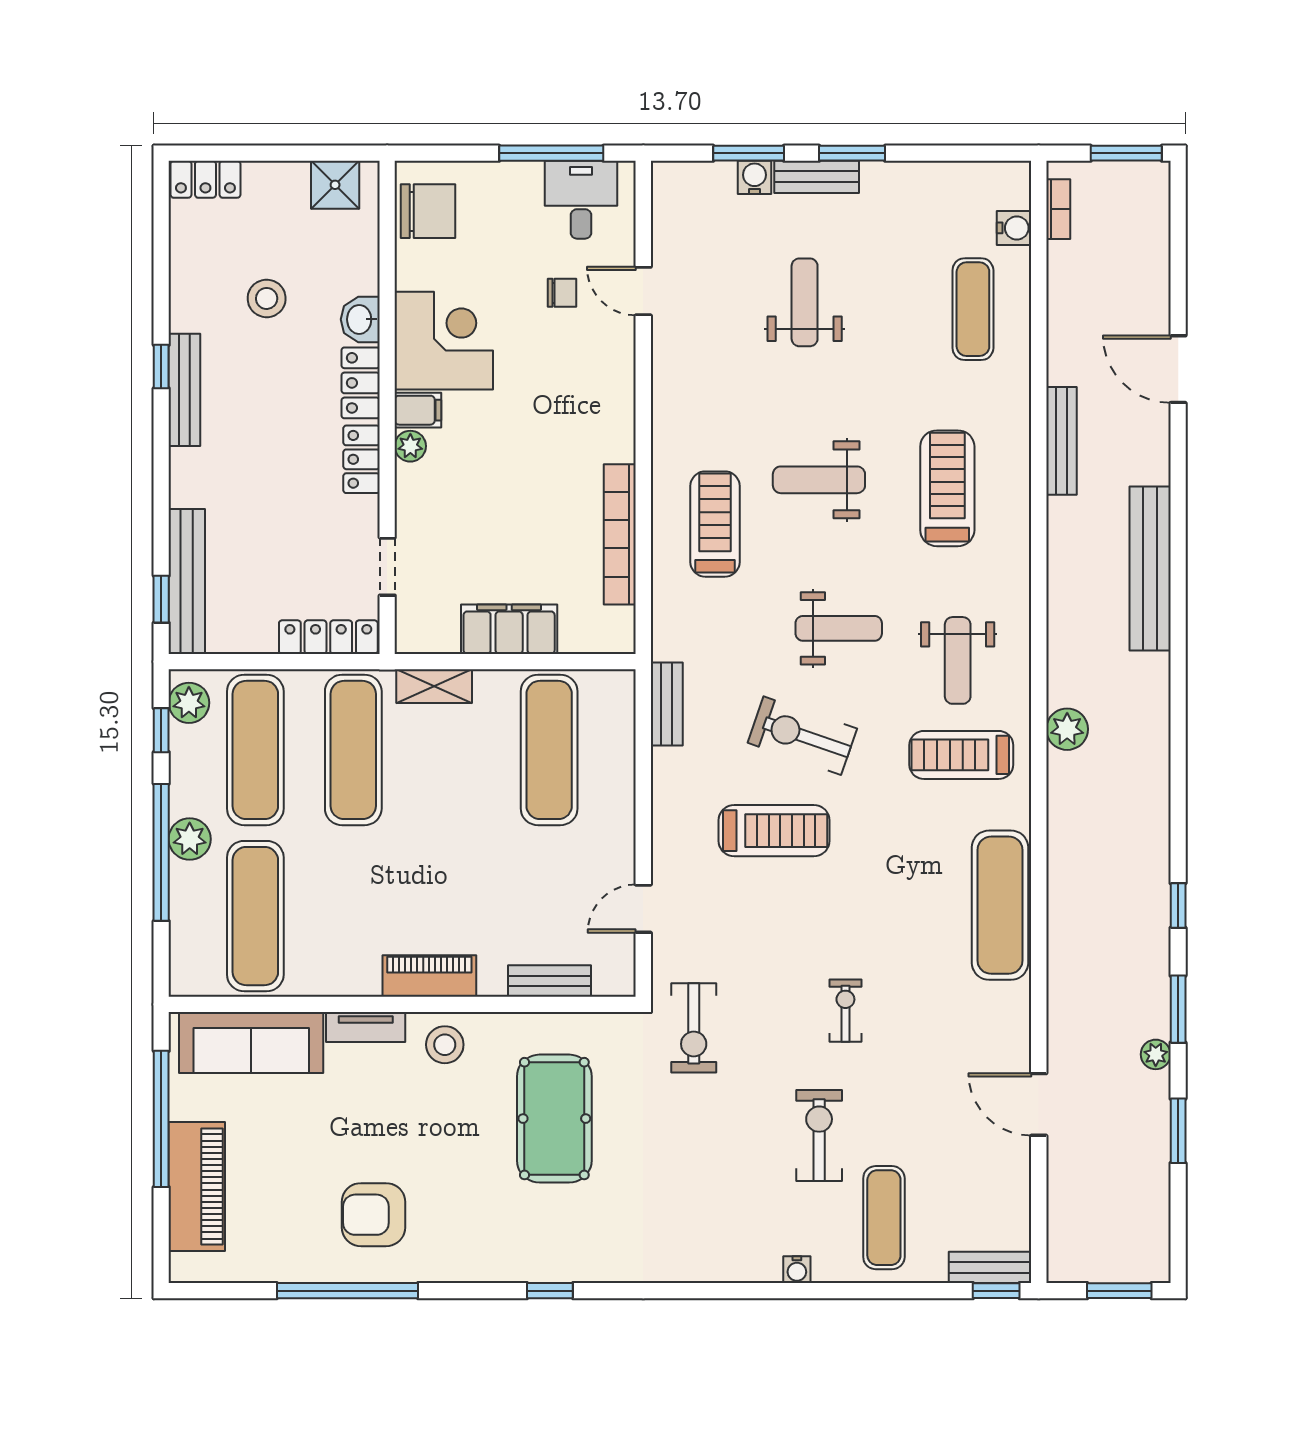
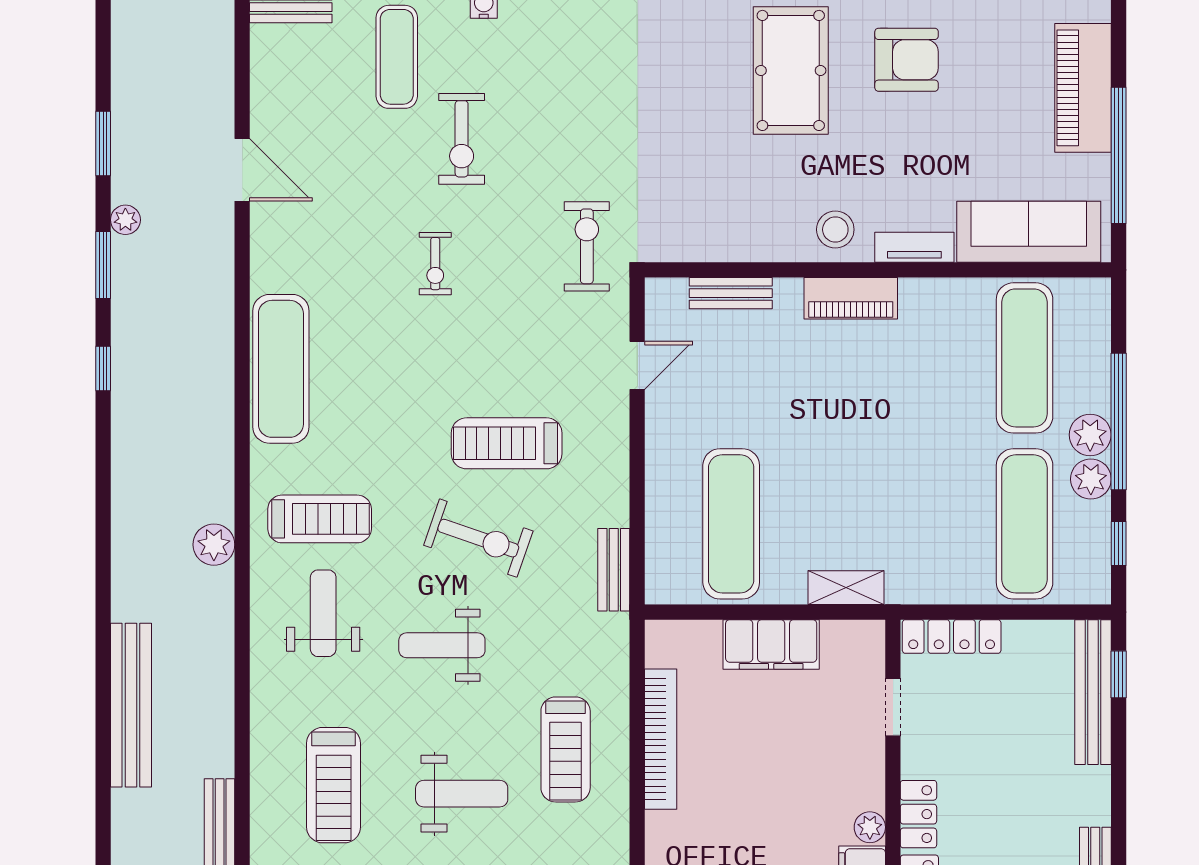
plant: (189, 703) -> (1091, 479), moved
exercise mat: (353, 750) -> (927, 524), removed
pool table: (554, 1119) -> (791, 70), moved

